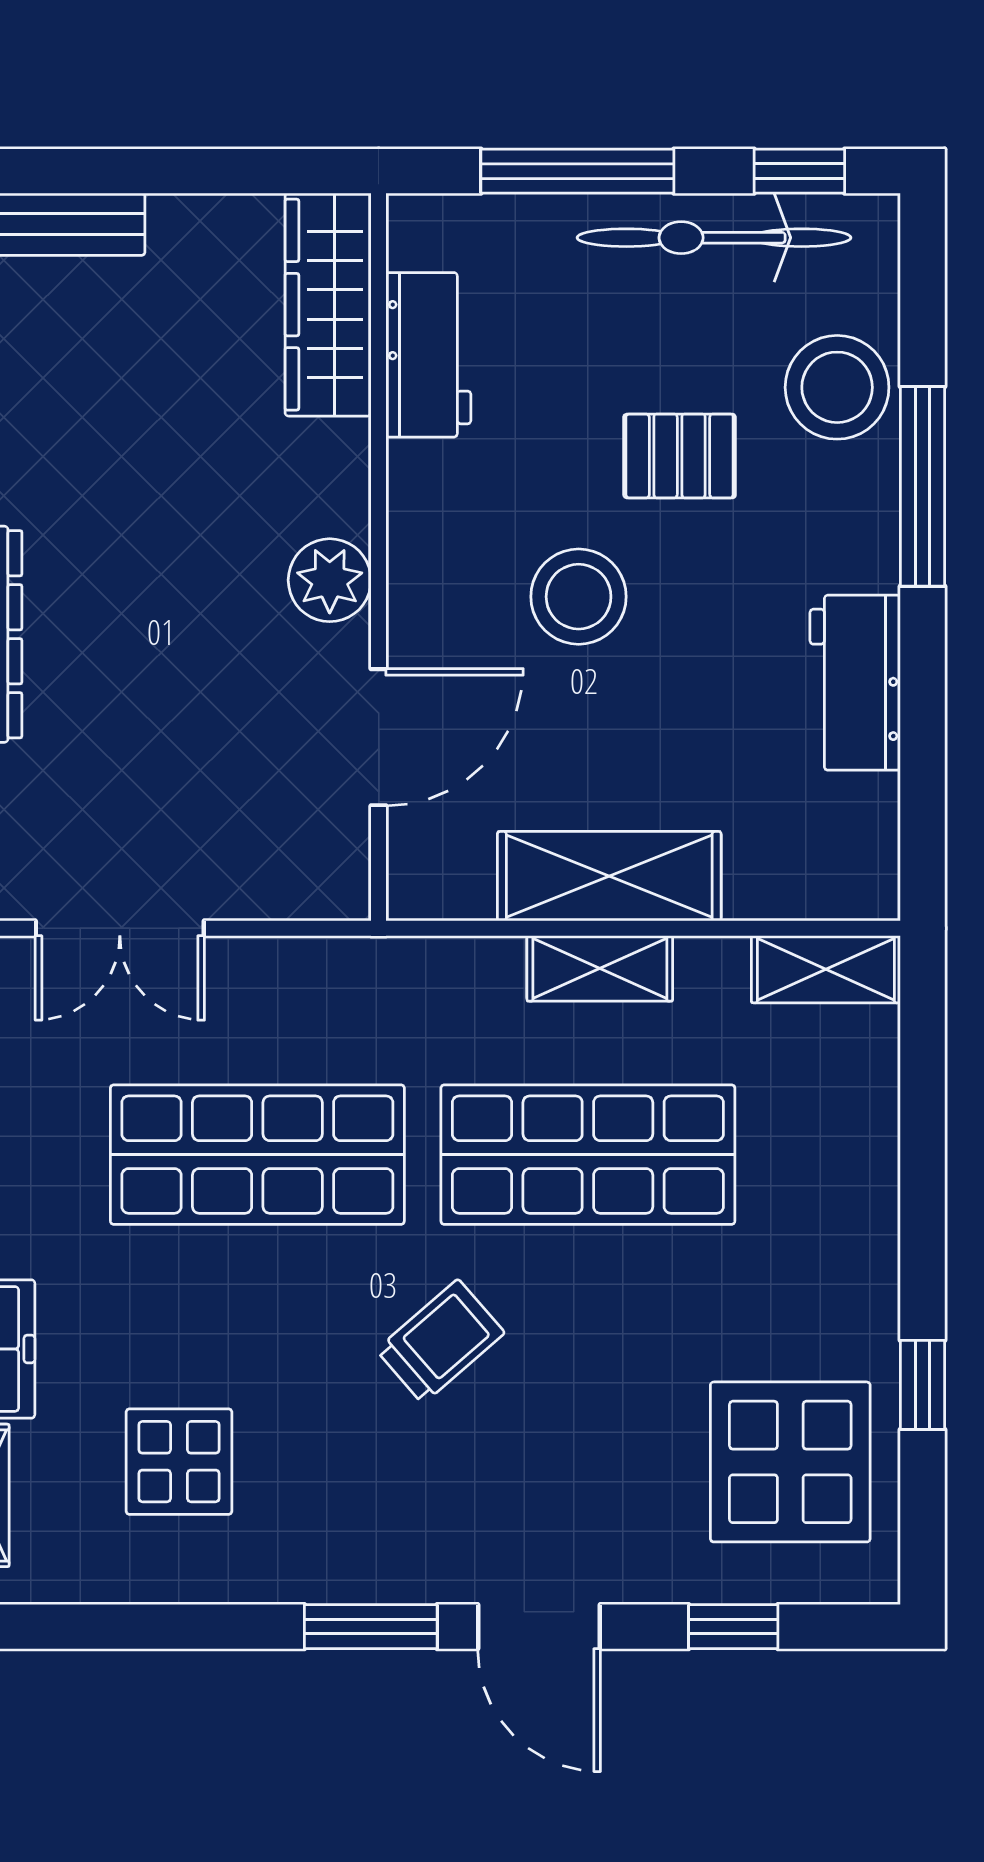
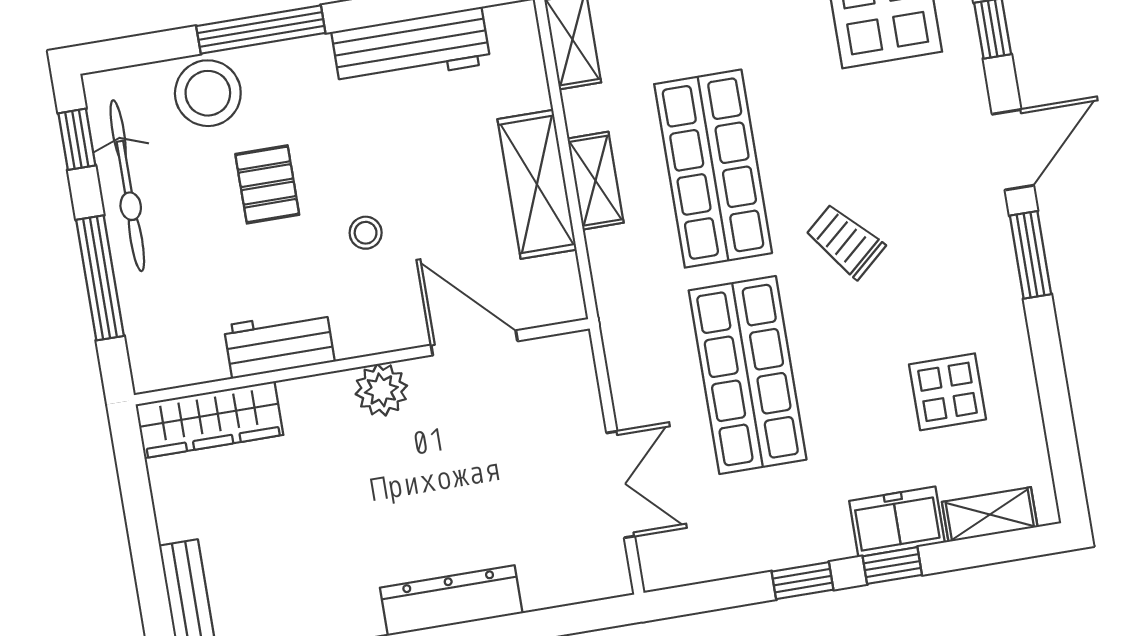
workbench: (428, 355) -> (279, 344), moved
stool: (579, 597) -> (366, 233), width x0.53, depth x0.53
workbench: (855, 683) -> (411, 48), width x1.38

